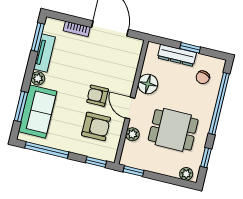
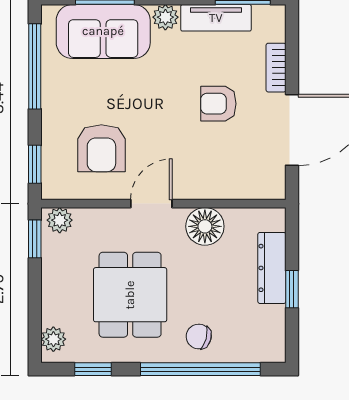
chair: (203, 77) -> (199, 336), moved
armchair: (98, 96) -> (218, 104), moved, turned -90
plant: (132, 134) -> (60, 220), moved

